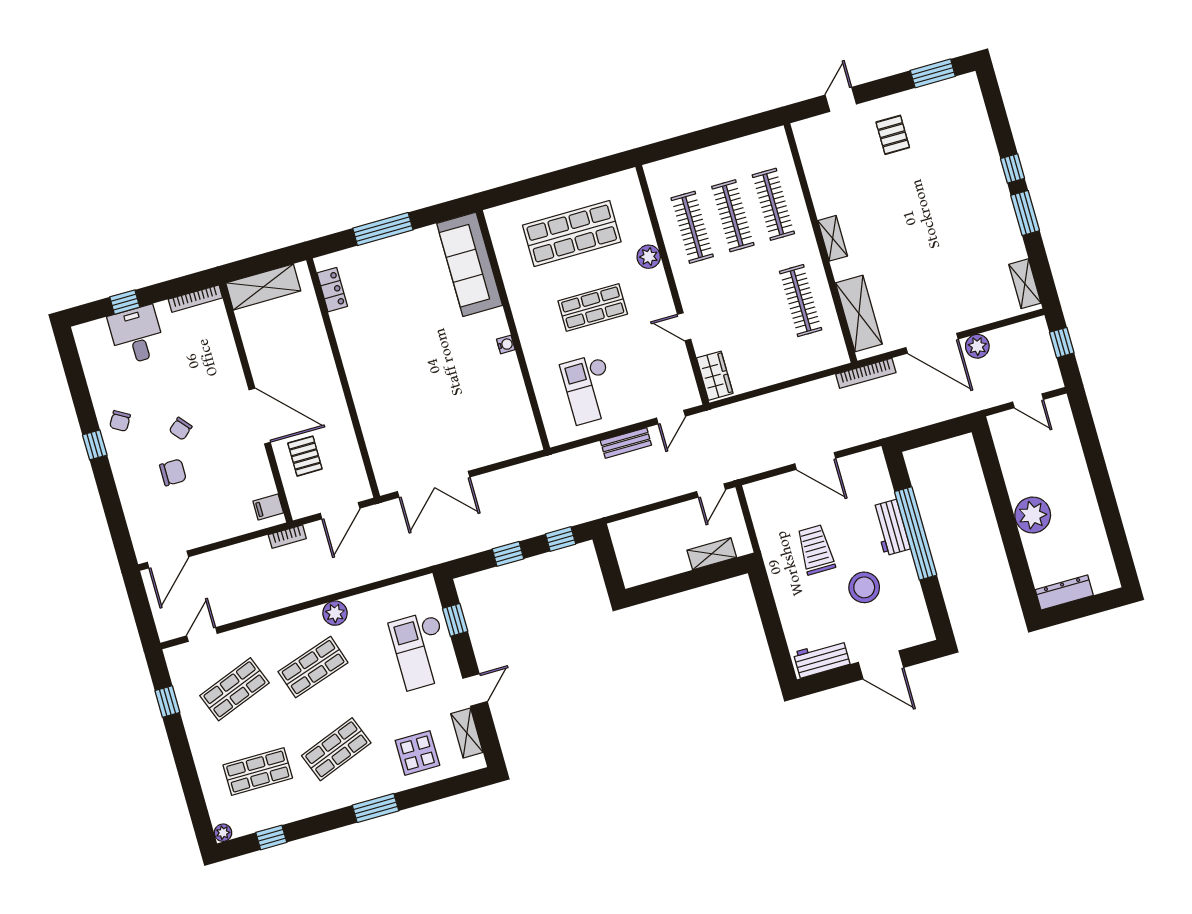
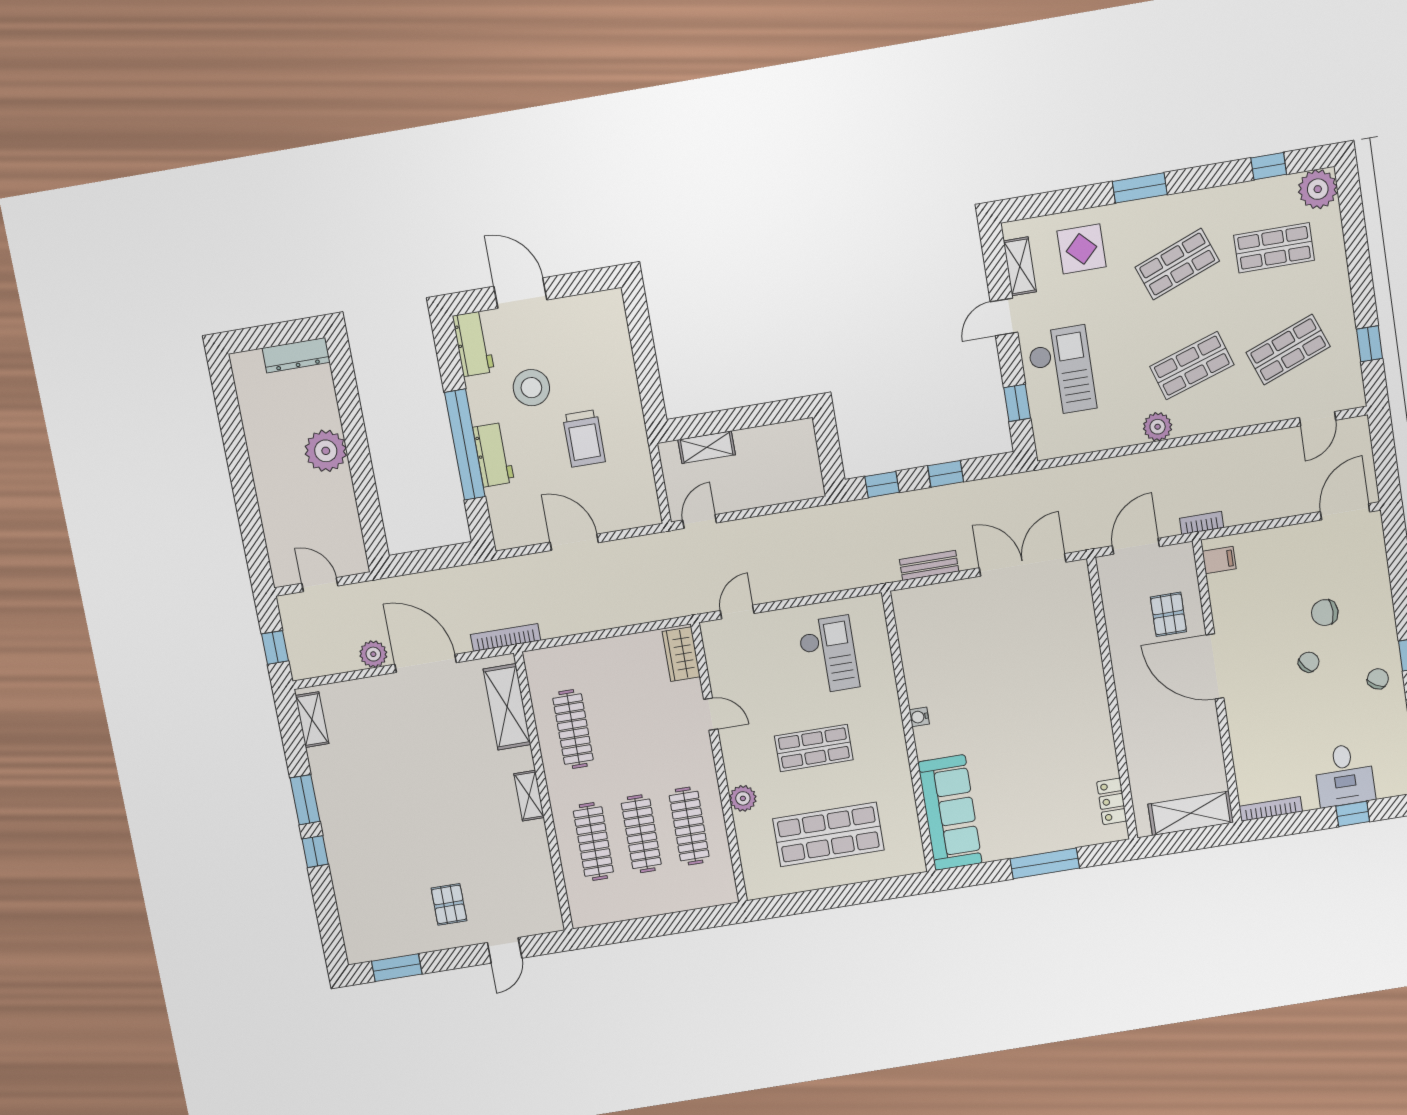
bench: (626, 443) -> (929, 565), moved
workbench: (822, 658) -> (473, 344), moved, turned -90
plant: (223, 833) -> (1318, 189), width x1.88, depth x1.88

